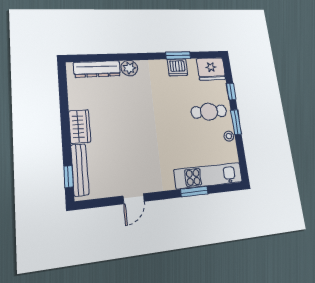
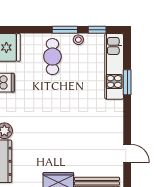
window: (231, 92) -> (97, 30), moved
door: (134, 199) -> (127, 153), moved

